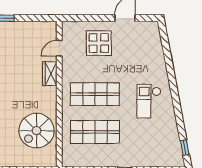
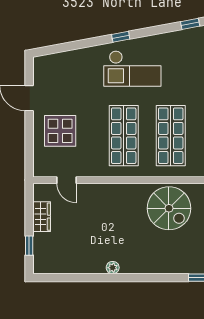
wardrobe: (50, 74) -> (42, 217), moved, turned -90
window: (174, 92) -> (121, 37), added
checkout: (149, 101) -> (132, 69), width x1.36, depth x1.21

